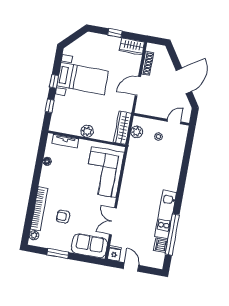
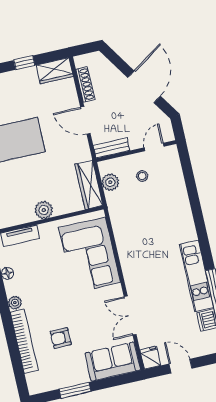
door: (138, 86) -> (85, 120), hinge flipped
bench: (147, 111) -> (111, 148), added
plant: (34, 235) -> (15, 303), moved

